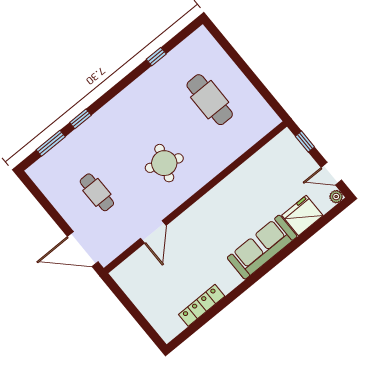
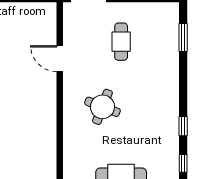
window: (80, 119) -> (183, 126), moved
cafe table: (97, 192) -> (121, 42), turned 90

